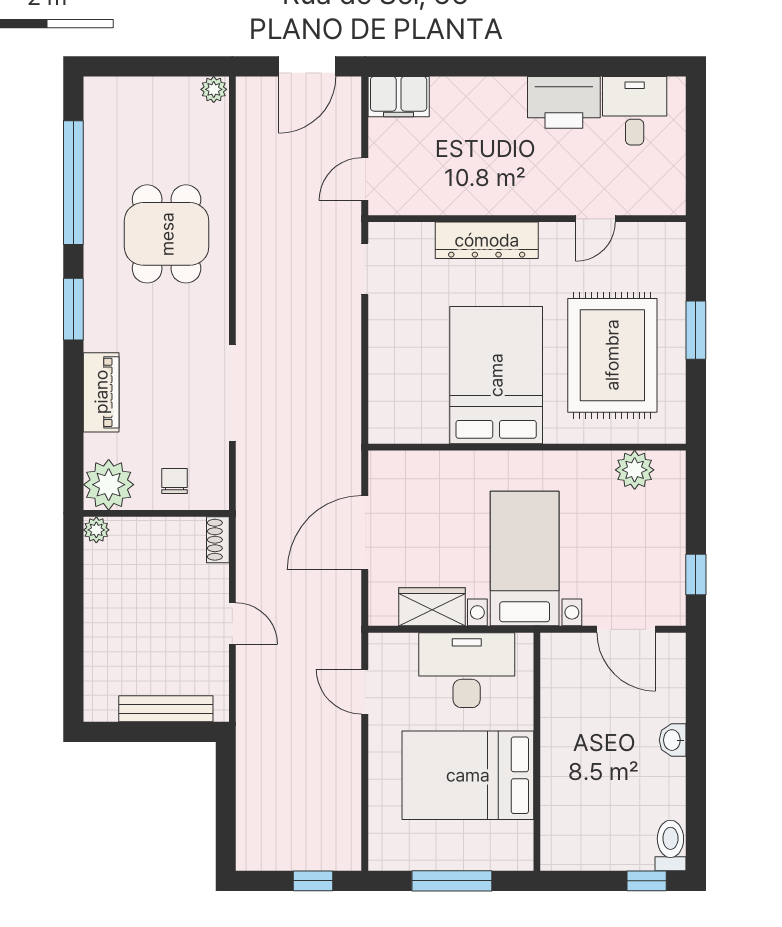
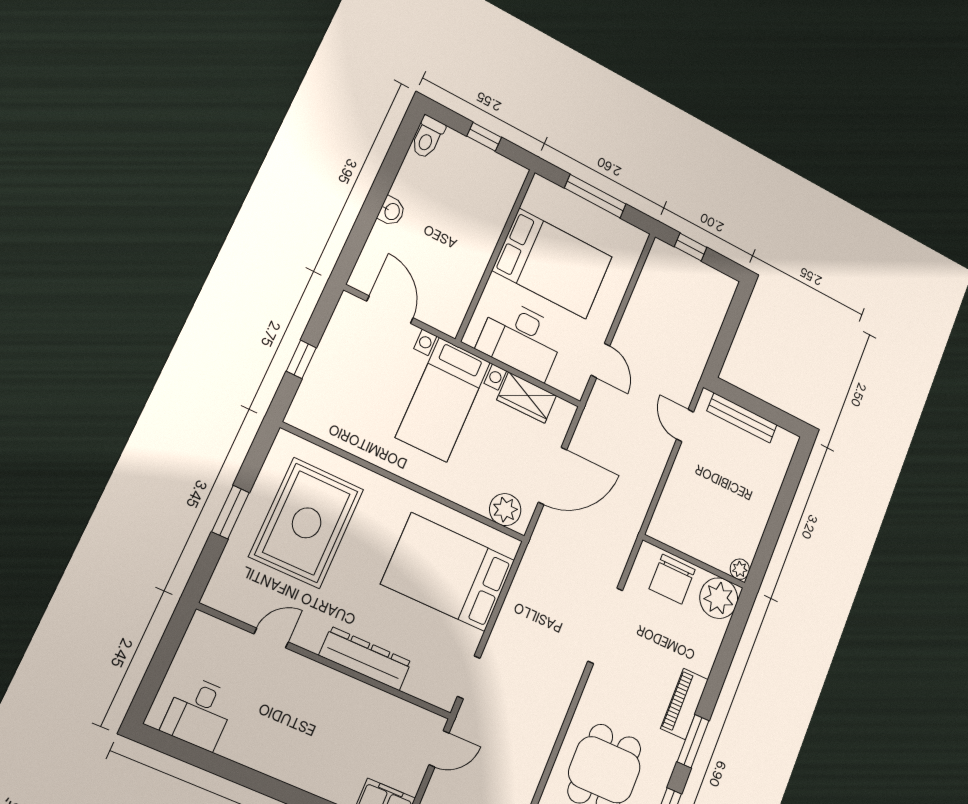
printer: (564, 102) -> (254, 745), removed
bed: (496, 375) -> (448, 572), moved, turned 90
piano: (101, 392) -> (684, 704), moved
plant: (635, 470) -> (505, 510), moved
chair: (174, 481) -> (672, 579), width x1.87, depth x1.87
shoe rack: (218, 540) -> (659, 521), removed
window: (696, 575) -> (301, 359), moved
door: (232, 624) -> (685, 425), moved
window: (647, 881) -> (484, 137), moved

